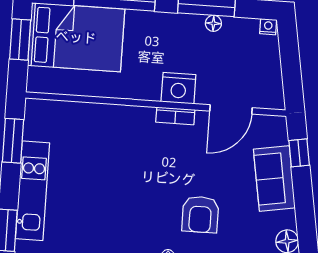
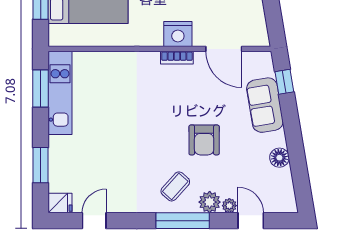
door: (231, 109) -> (224, 49), hinge flipped
kitchen unit: (32, 191) -> (60, 93), moved

